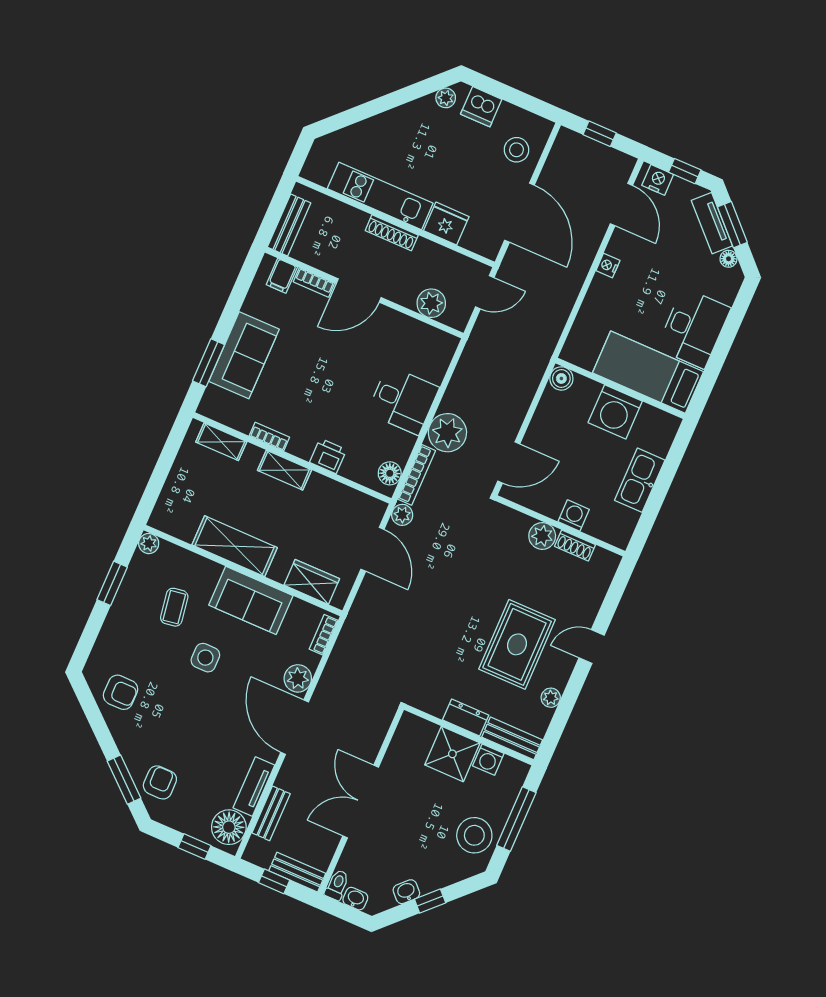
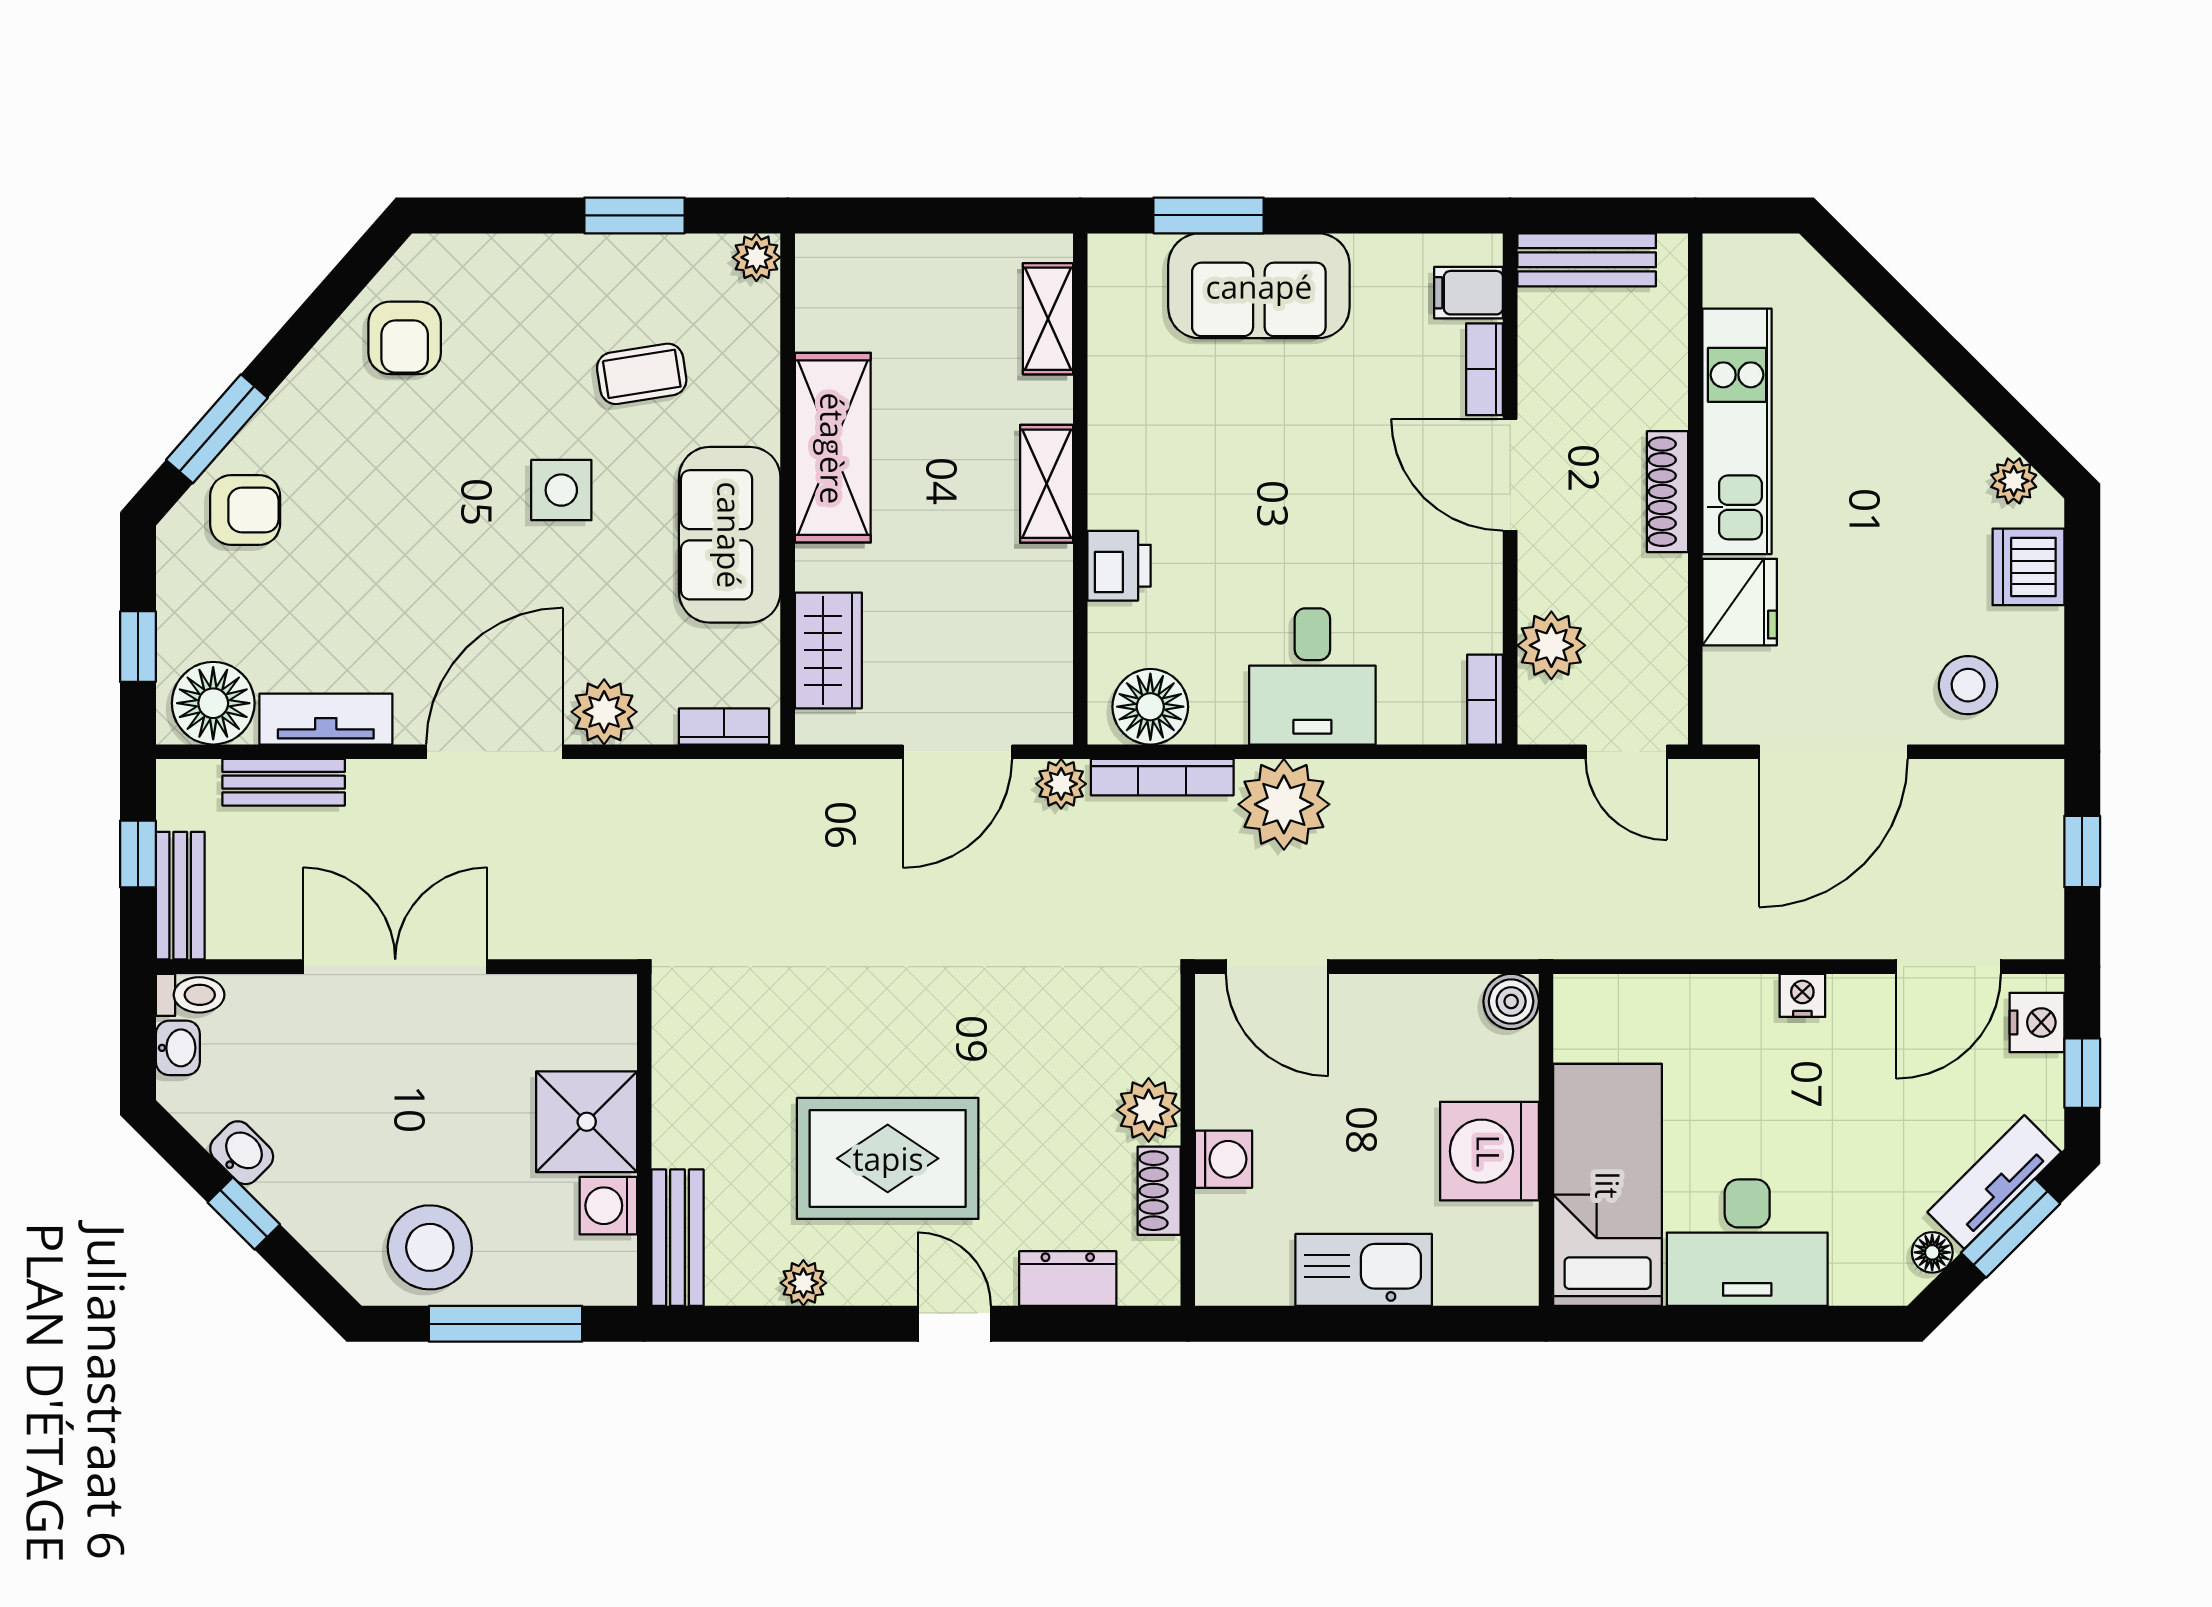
bookcase: (269, 437) -> (1485, 700), moved, turned 180
floor lamp: (390, 473) -> (1150, 707), width x1.38, depth x1.38
dresser: (466, 718) -> (1068, 1278), moved, turned -90

